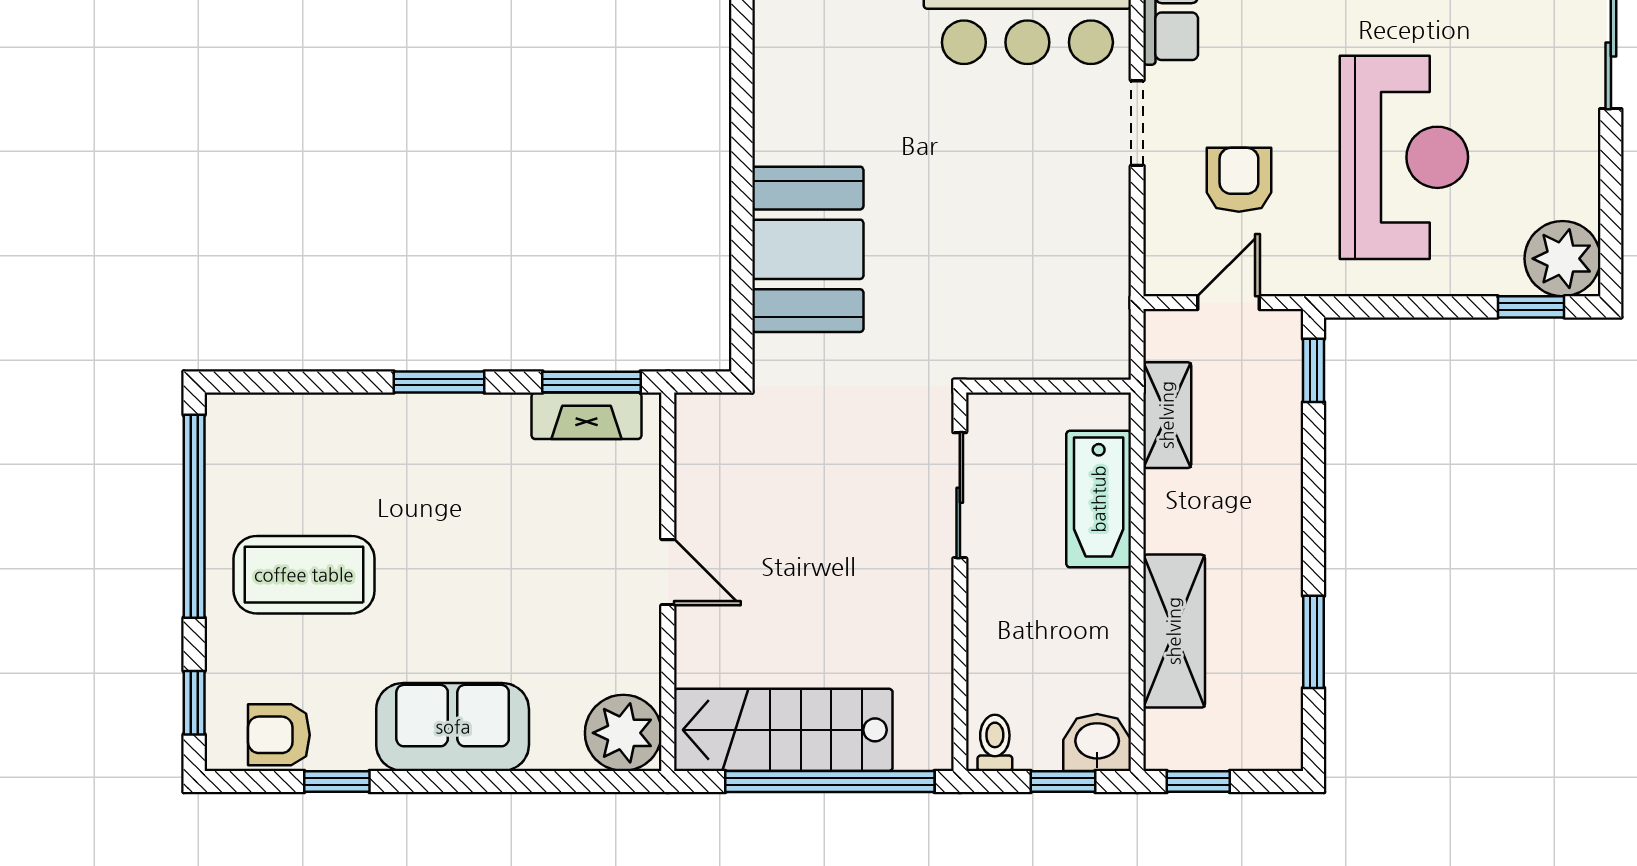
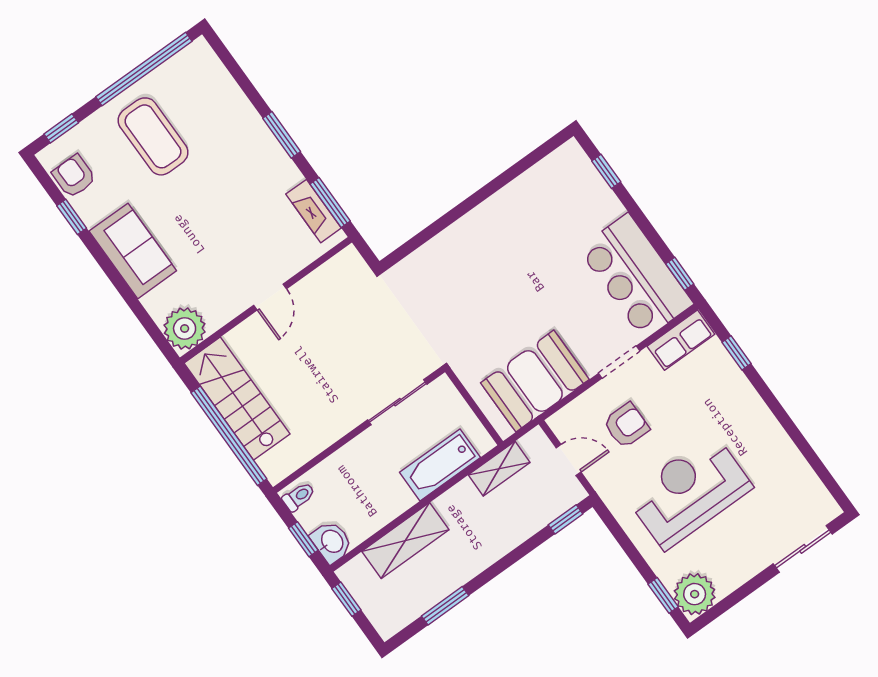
reception desk: (1404, 157) -> (689, 491), turned 180
booth: (808, 249) -> (535, 381), moved

